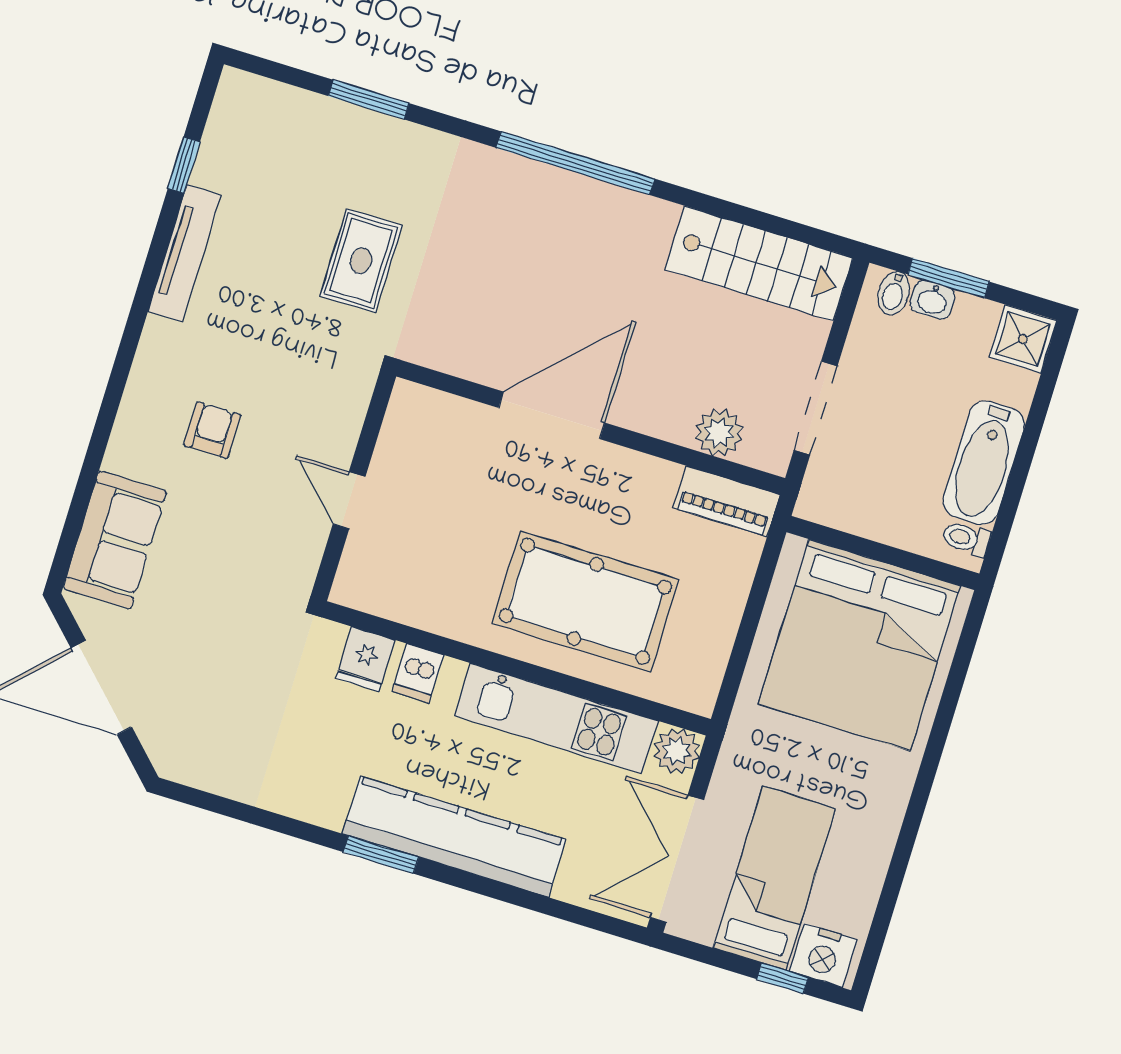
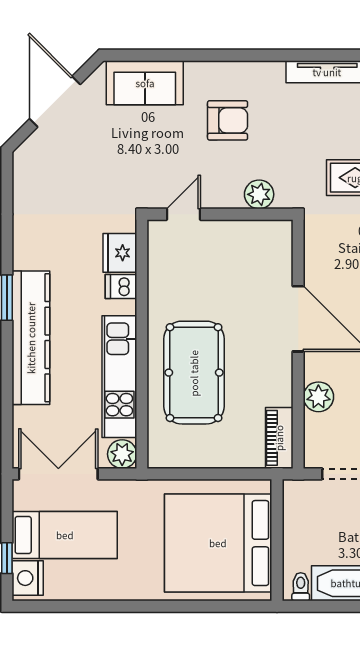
plant: (341, 417) -> (259, 194), added
armchair: (212, 430) -> (228, 120), width x1.38, depth x1.38
plant: (719, 433) -> (318, 397), moved
door: (349, 500) -> (184, 214), moved
fridge: (365, 659) -> (120, 253), width x1.38

